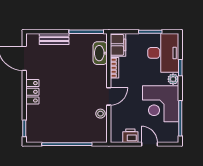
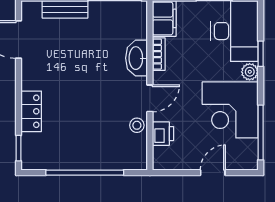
washbasin: (100, 53) -> (136, 58), moved
locker: (32, 92) -> (31, 111), moved
printer: (130, 136) -> (163, 134), moved, turned 90
door: (149, 144) -> (213, 173), hinge flipped

